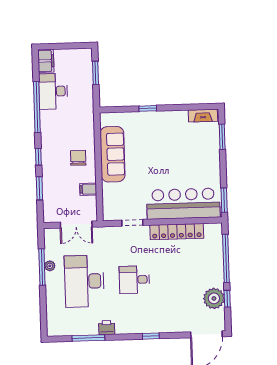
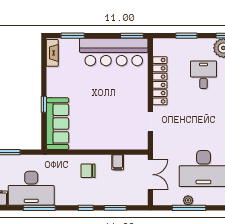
desk: (53, 91) -> (31, 188), width x1.36, depth x1.30
window: (37, 107) -> (39, 208), width x0.68
sofa: (113, 154) -> (58, 124), moved, turned 90
bar counter: (183, 204) -> (114, 52), moved, turned -90
window: (226, 258) -> (186, 36), width x0.47
desk: (134, 280) -> (203, 75), moved, turned 180

